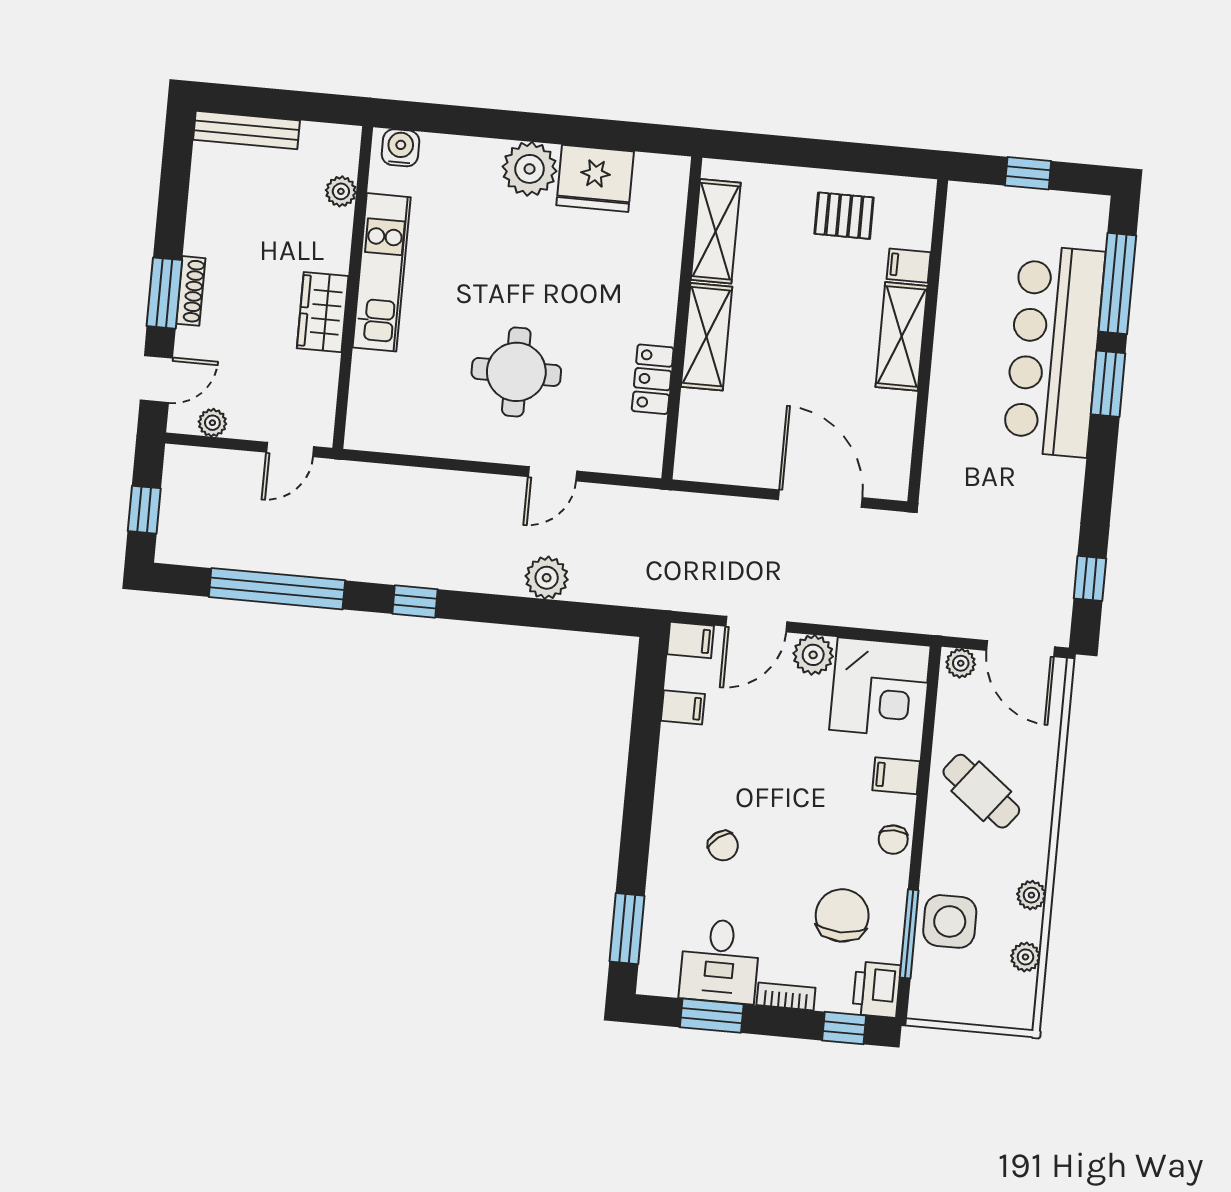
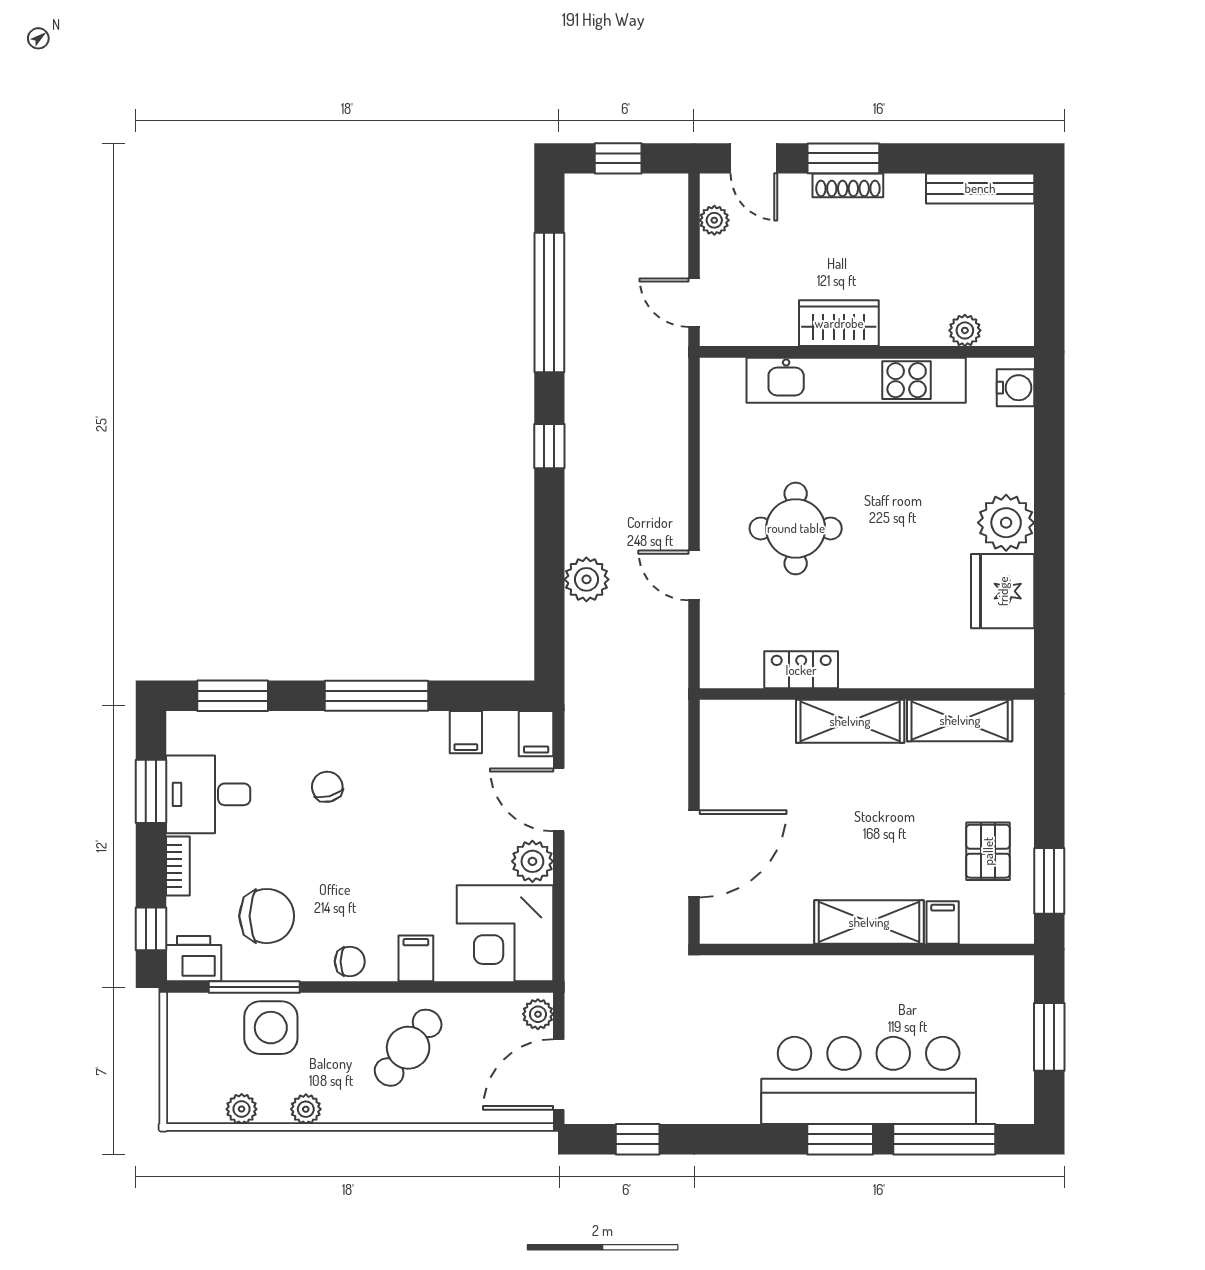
bench: (247, 130) -> (980, 188), moved, turned 90
window: (878, 159) -> (1049, 881), added
window: (1028, 173) -> (1049, 1037), width x1.50
kitchen unit: (382, 272) -> (856, 380), width x1.36
window: (640, 790) -> (376, 696), added
chair: (893, 840) -> (350, 961), turned 180
chair: (723, 846) -> (327, 787), turned 111

